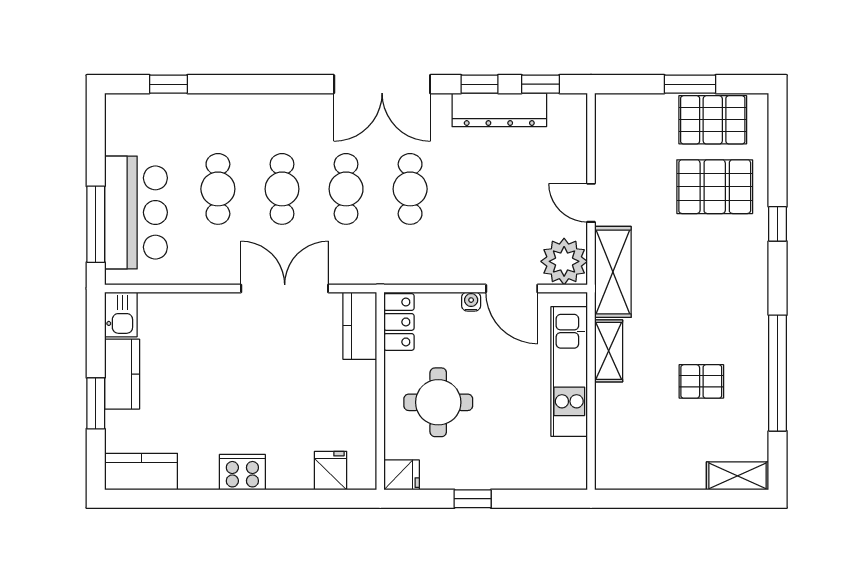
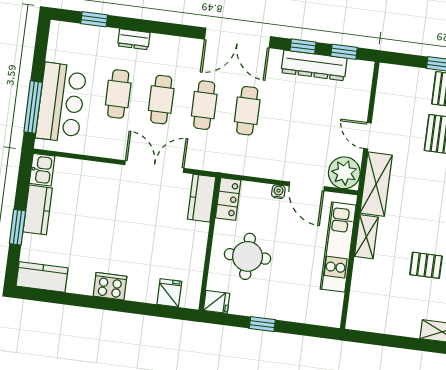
dresser: (230, 106) -> (134, 39), added

